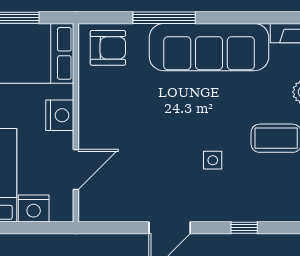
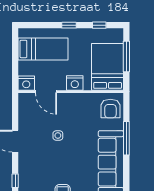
side table: (213, 160) -> (58, 136), moved
nightstand: (34, 208) -> (26, 83), moved, turned -90

